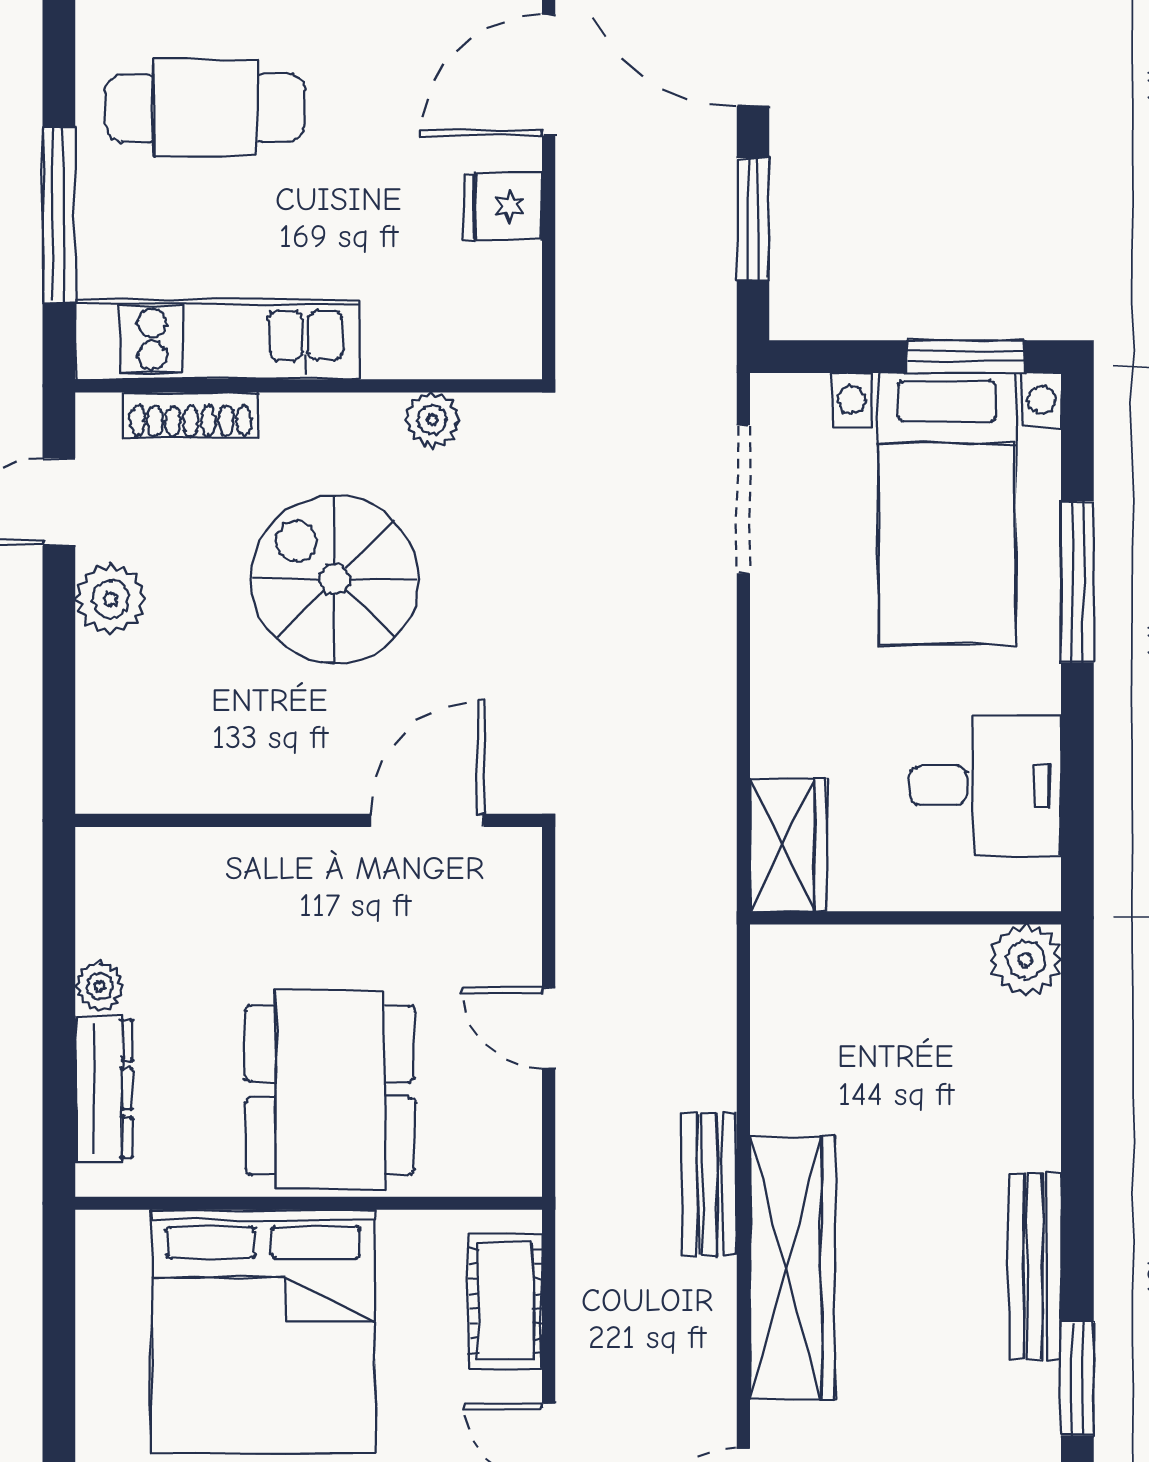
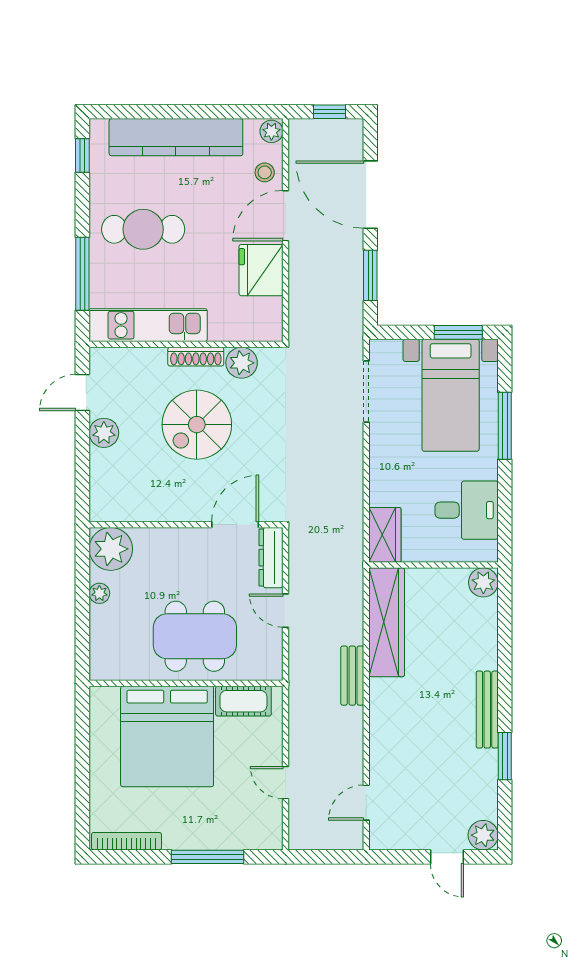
fridge: (503, 206) -> (261, 270), width x1.88, depth x1.34
shoe rack: (191, 415) -> (196, 357), moved
plant: (432, 420) -> (242, 363), width x1.38, depth x1.38
spiral stairs: (335, 579) -> (197, 425), turned -90
plant: (127, 879) -> (111, 549), added
dresser: (104, 1089) -> (271, 558), moved, turned 180
dining table: (330, 1090) -> (195, 636), turned 90
wardrobe: (792, 1268) -> (387, 622), moved
cot: (506, 1301) -> (243, 701), moved, turned 90

